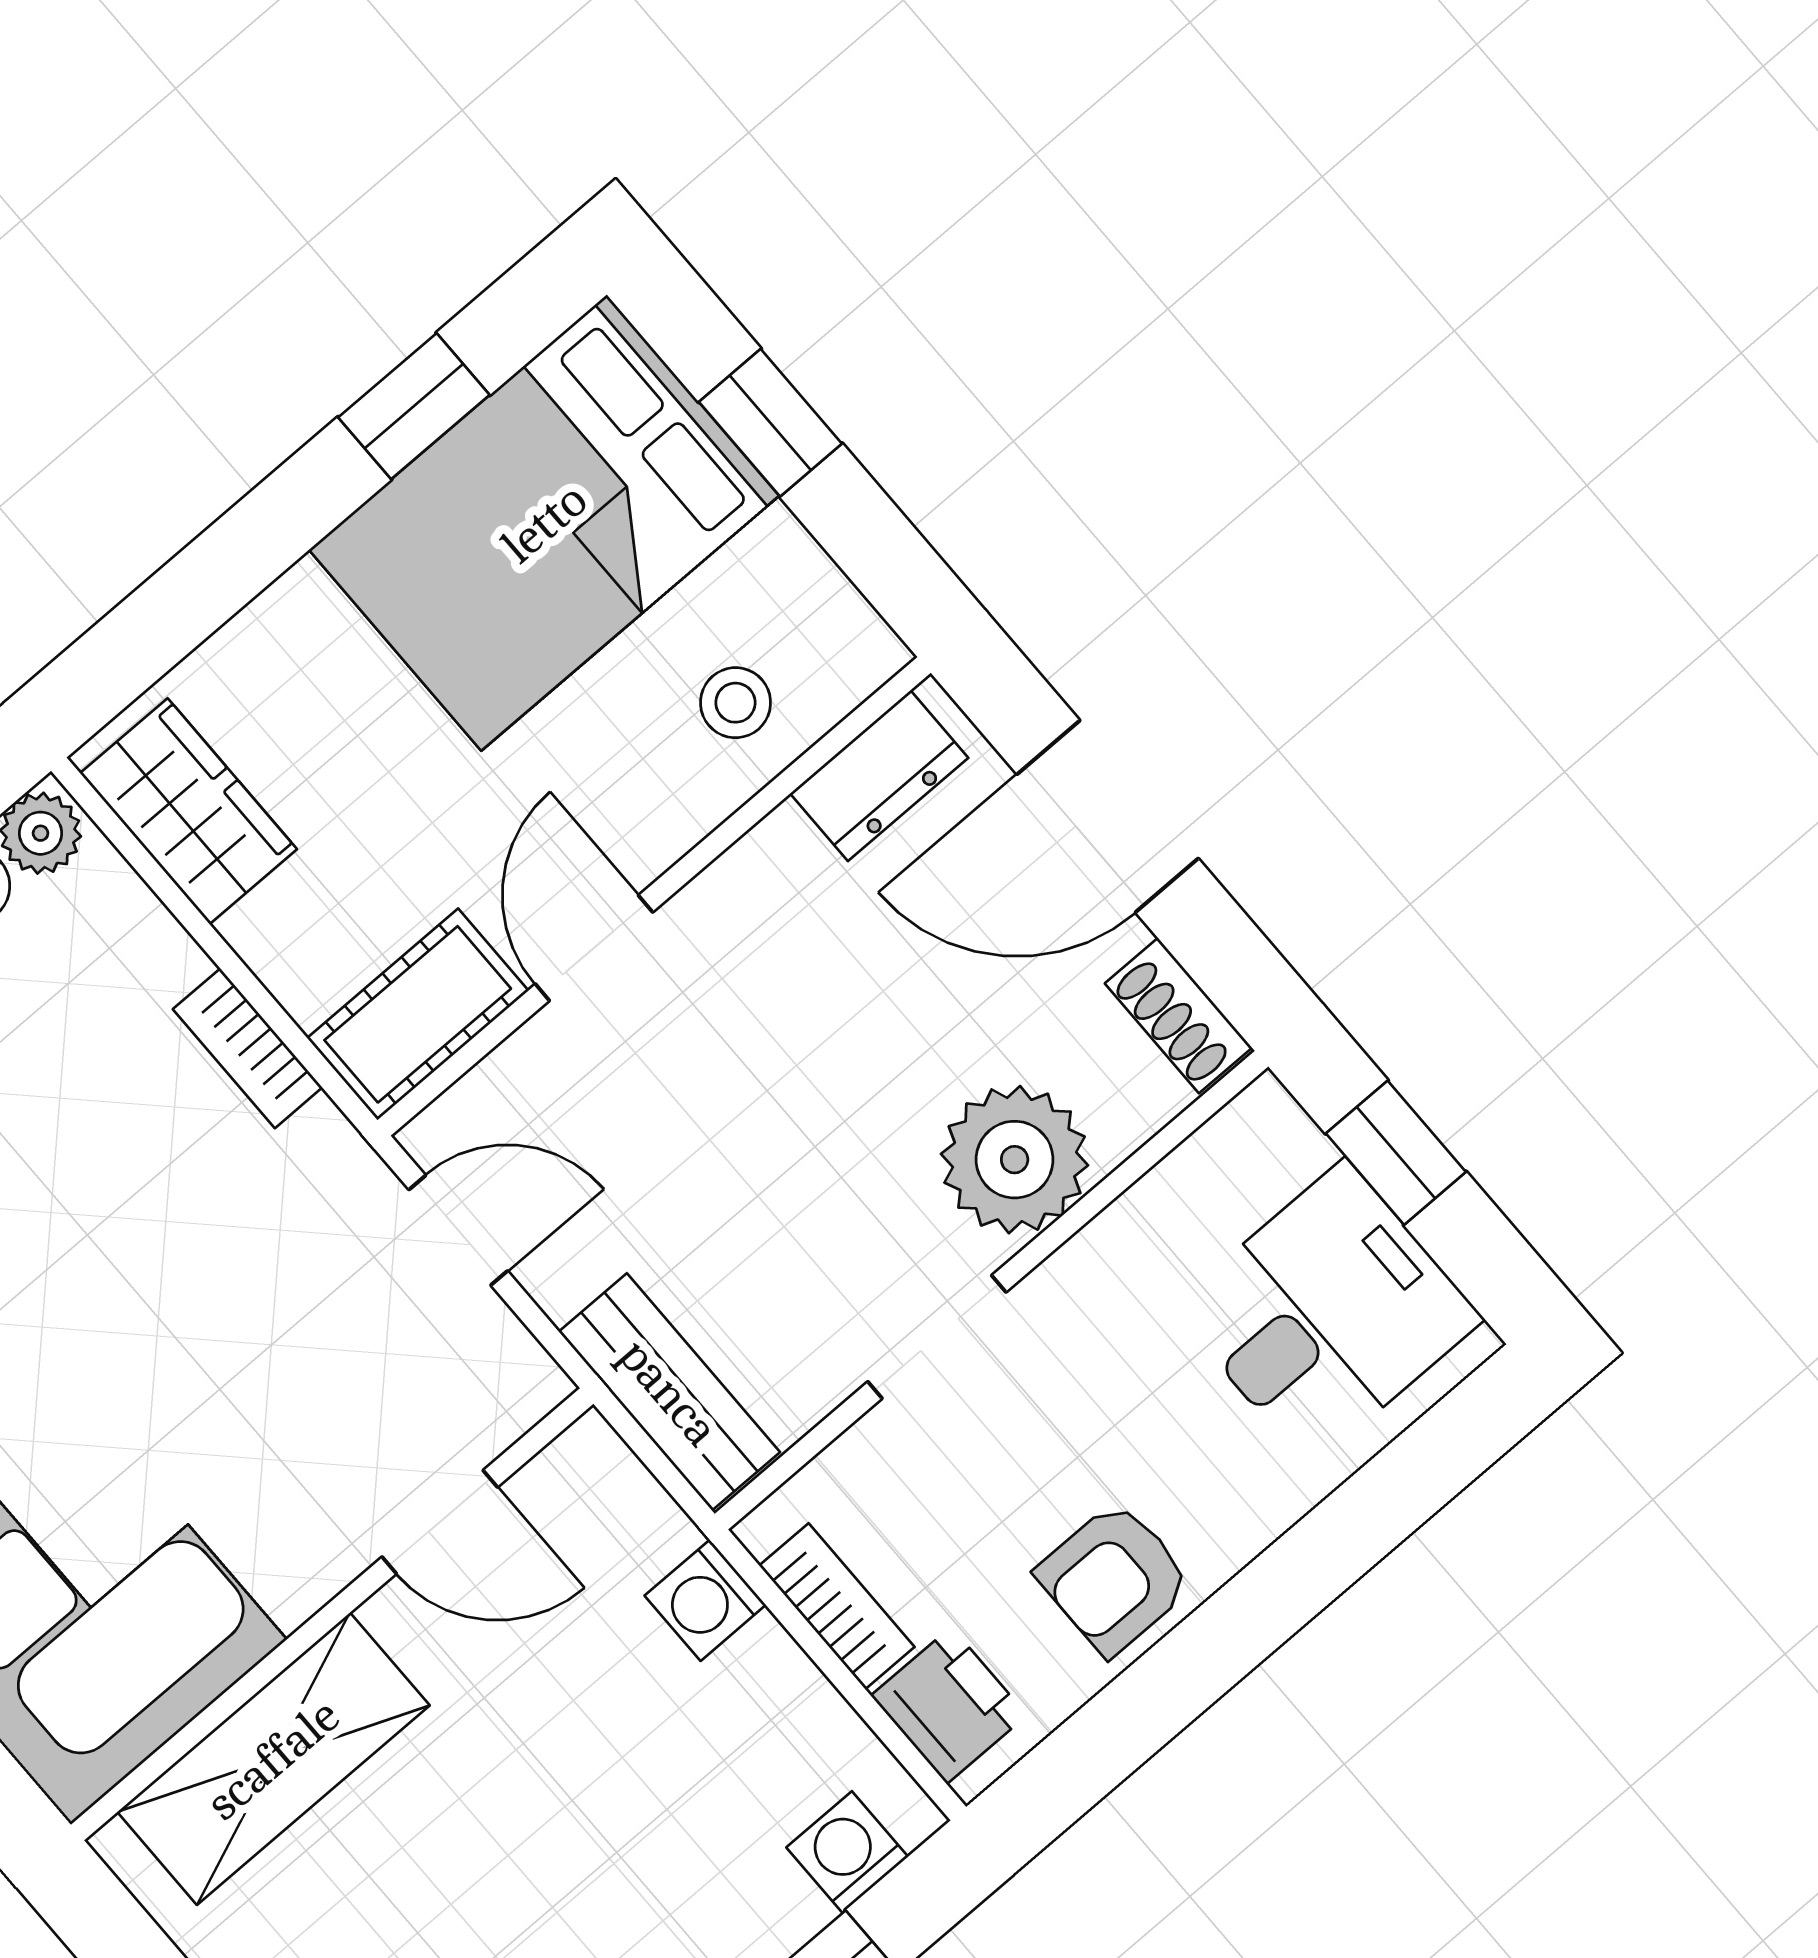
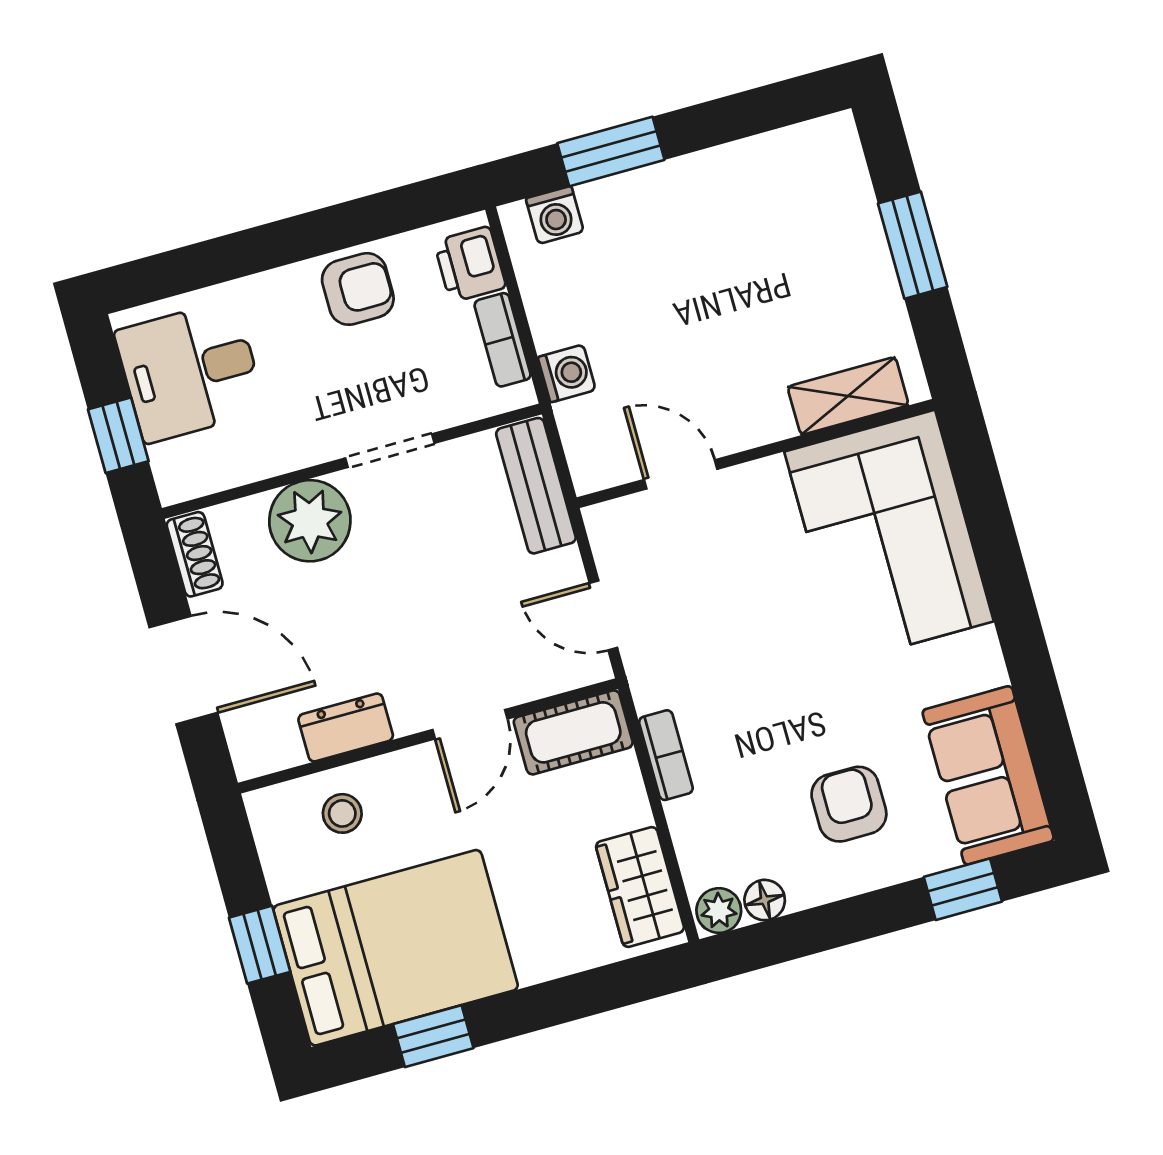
dresser: (879, 776) -> (346, 727), moved
shelving: (273, 1759) -> (848, 396), width x0.67, depth x0.75

